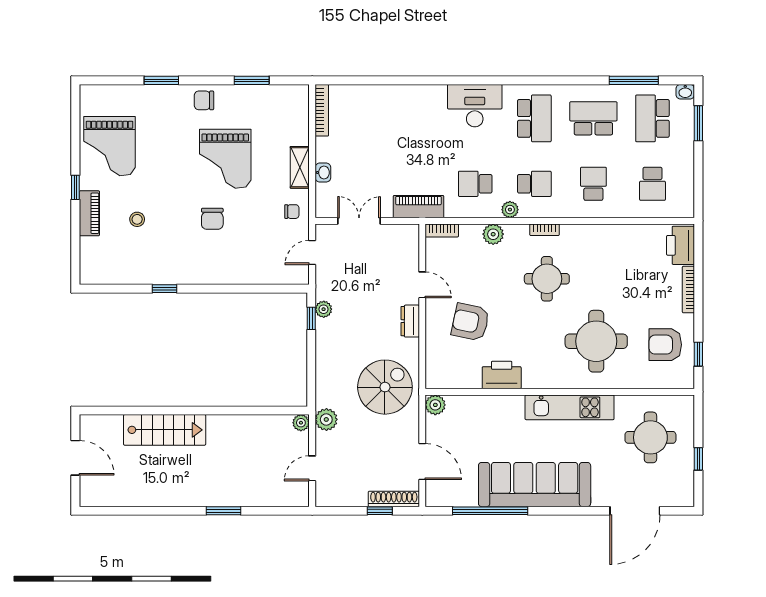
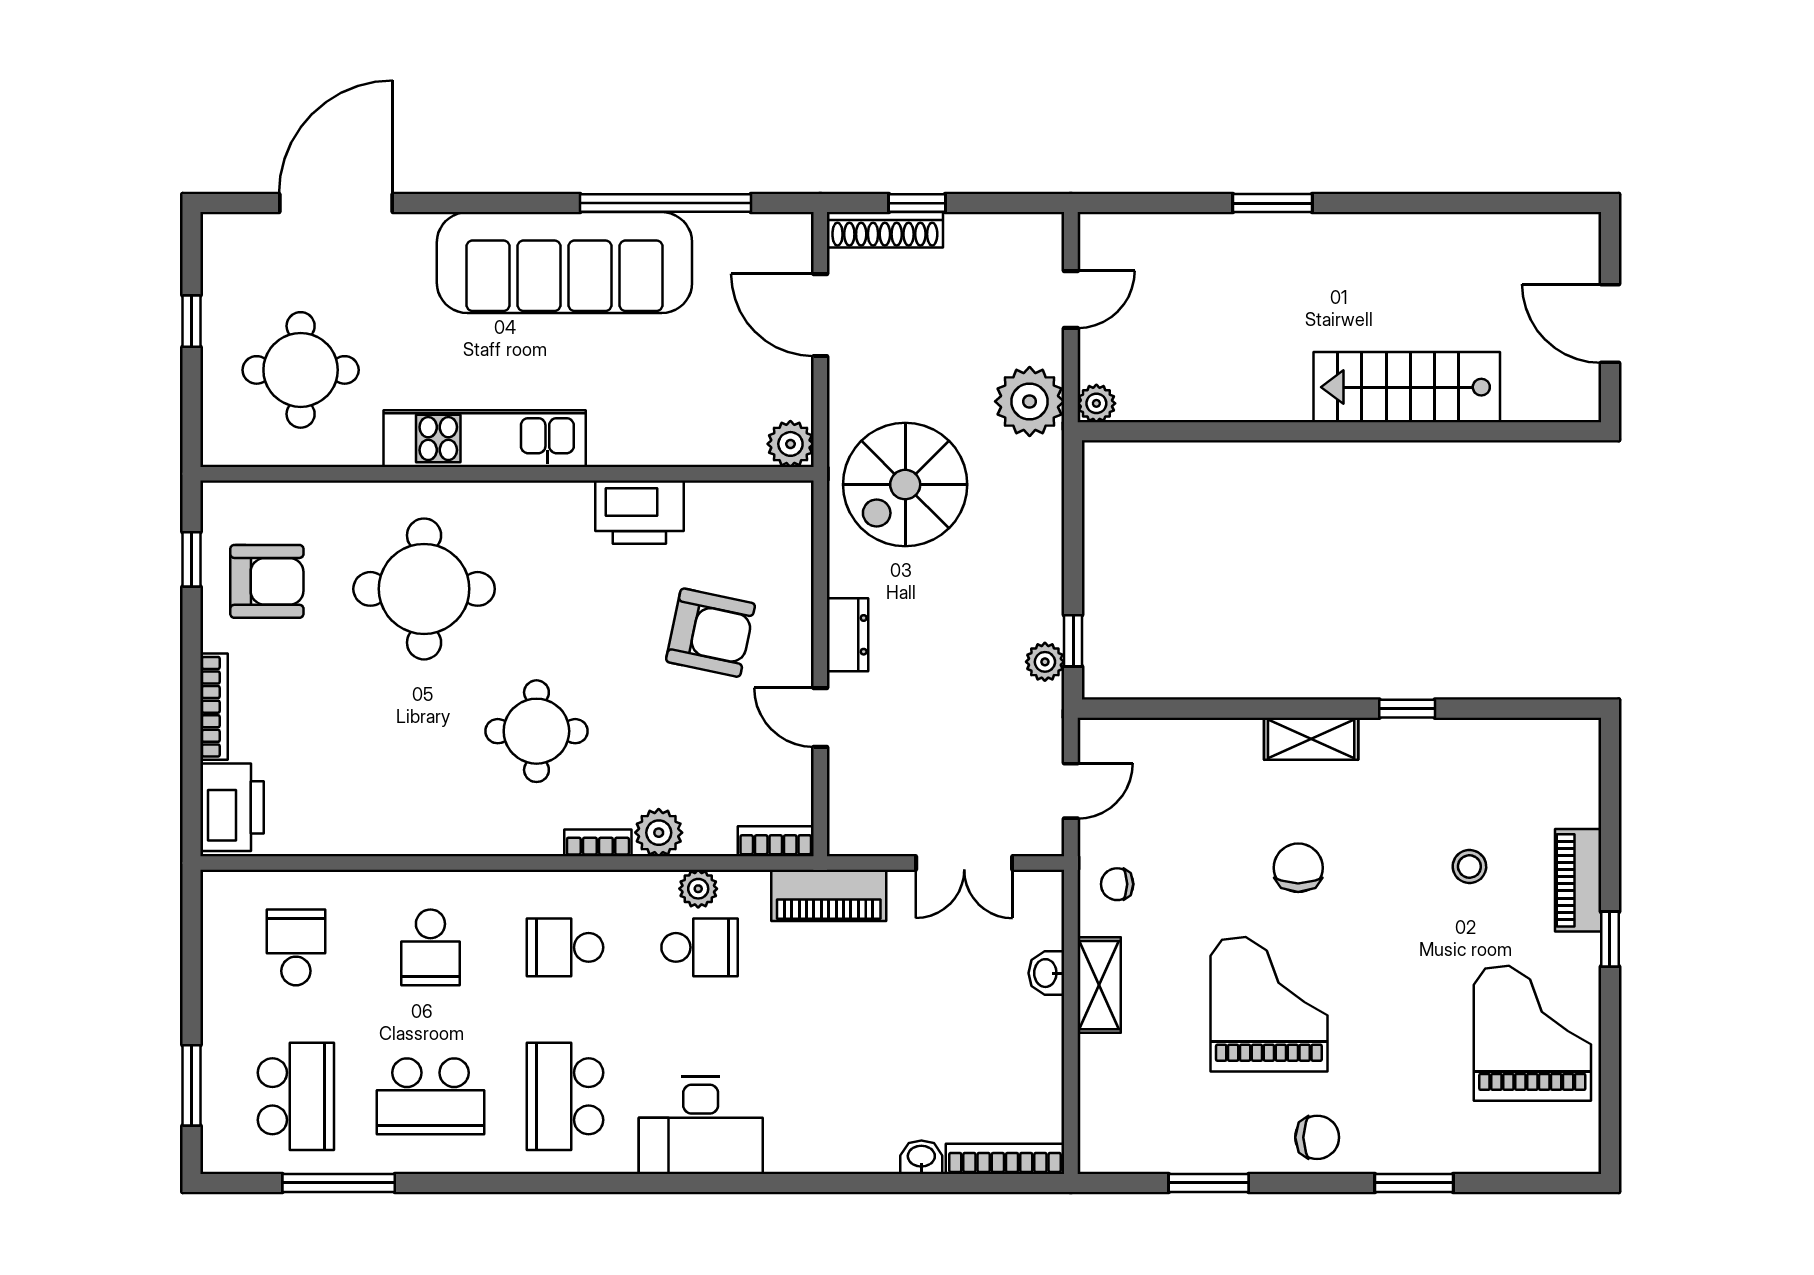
washbasin: (685, 92) -> (921, 1157), moved
bookcase: (322, 110) -> (1005, 1159), moved, turned 90
plant: (510, 210) -> (698, 889), moved
bookcase: (544, 230) -> (598, 843), moved
shelving: (207, 275) -> (1311, 739), added
plant: (326, 419) -> (1030, 401), width x1.36, depth x1.36

